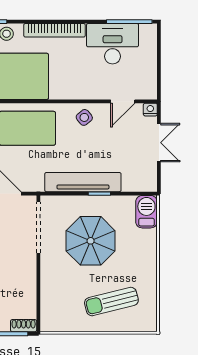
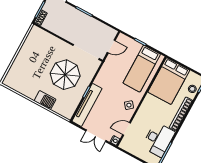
door: (123, 101) -> (127, 129), hinge flipped
tv unit: (83, 182) -> (87, 105), moved
barbecue: (146, 212) -> (45, 100), moved
sun lounger: (111, 301) -> (29, 69), removed

